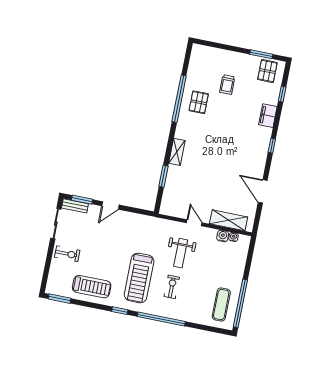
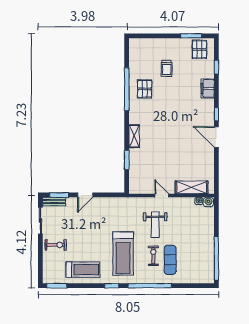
door: (263, 191) -> (216, 137), moved
water cooler: (223, 236) -> (208, 202), moved
exercise mat: (221, 305) -> (170, 260), moved

